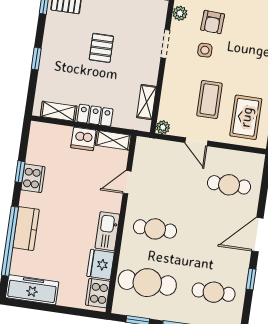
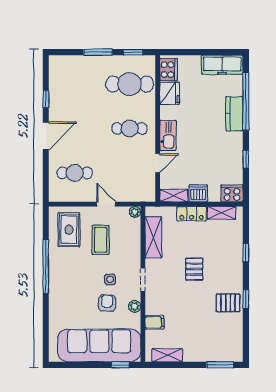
shelving: (146, 102) -> (153, 237), width x1.50, depth x1.33
cooker: (33, 178) -> (232, 193), moved, turned 90
kitchen sink: (107, 231) -> (168, 135), moved
cafe table: (214, 292) -> (75, 84), removed

